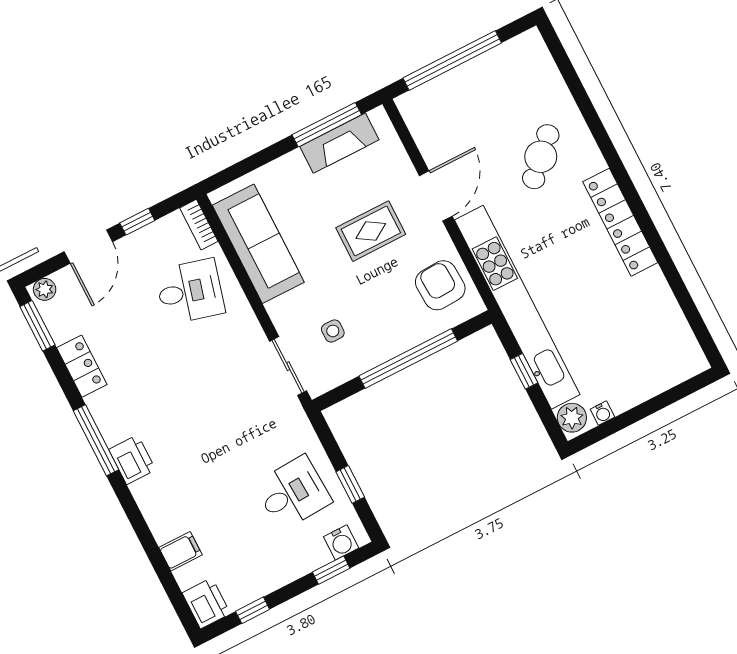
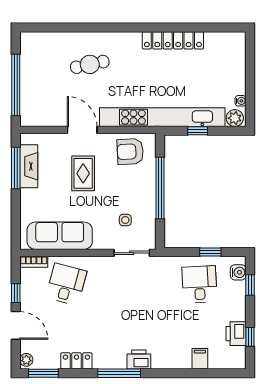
cafe table: (541, 157) -> (90, 64), turned -57
locker: (620, 222) -> (173, 40), moved
printer: (206, 603) -> (236, 334), moved, turned -90

